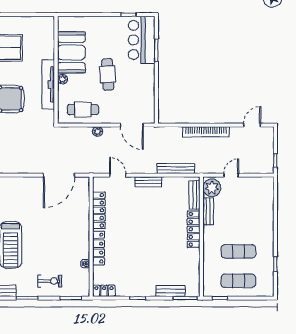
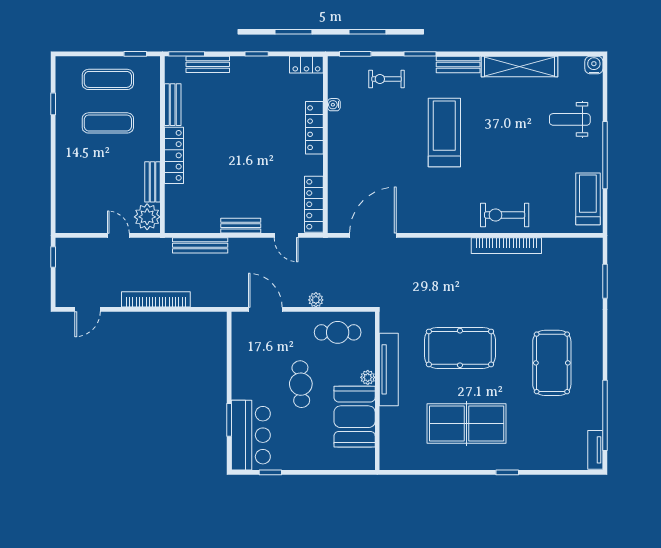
door: (231, 175) -> (118, 235), swing flipped
bench: (194, 195) -> (173, 105), moved
locker: (99, 210) -> (314, 204), moved

